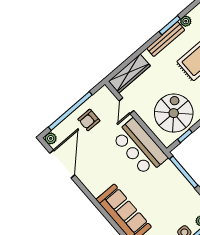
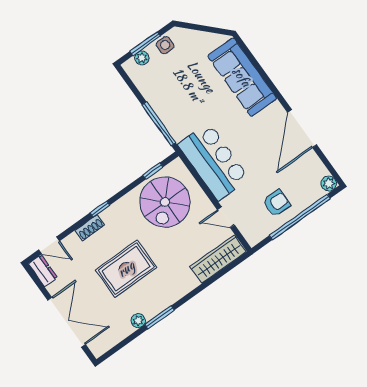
bench: (166, 39) -> (167, 300), removed
door: (126, 106) -> (226, 217), swing flipped
door: (62, 164) -> (302, 129), moved

